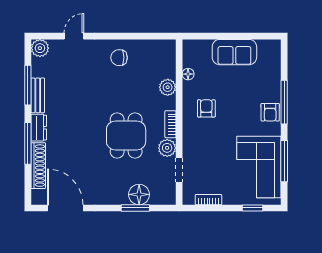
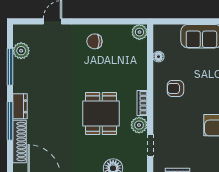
plant: (40, 48) -> (21, 51), moved
plant: (168, 87) -> (139, 32), moved
bench: (38, 95) -> (19, 76), removed
armchair: (206, 108) -> (175, 88), turned -90

